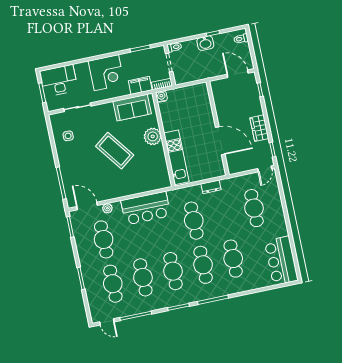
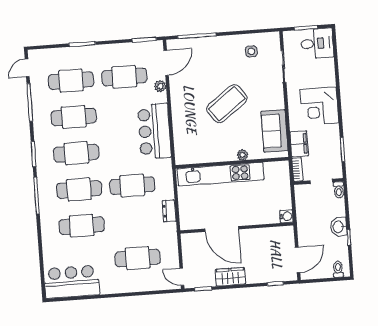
desk: (59, 81) -> (317, 43), width x0.73
water cooler: (161, 97) -> (286, 216), moved
plant: (153, 136) -> (243, 155), width x0.53, depth x0.53
door: (220, 141) -> (222, 229), hinge flipped
kitchen unit: (176, 157) -> (220, 174), width x1.36

